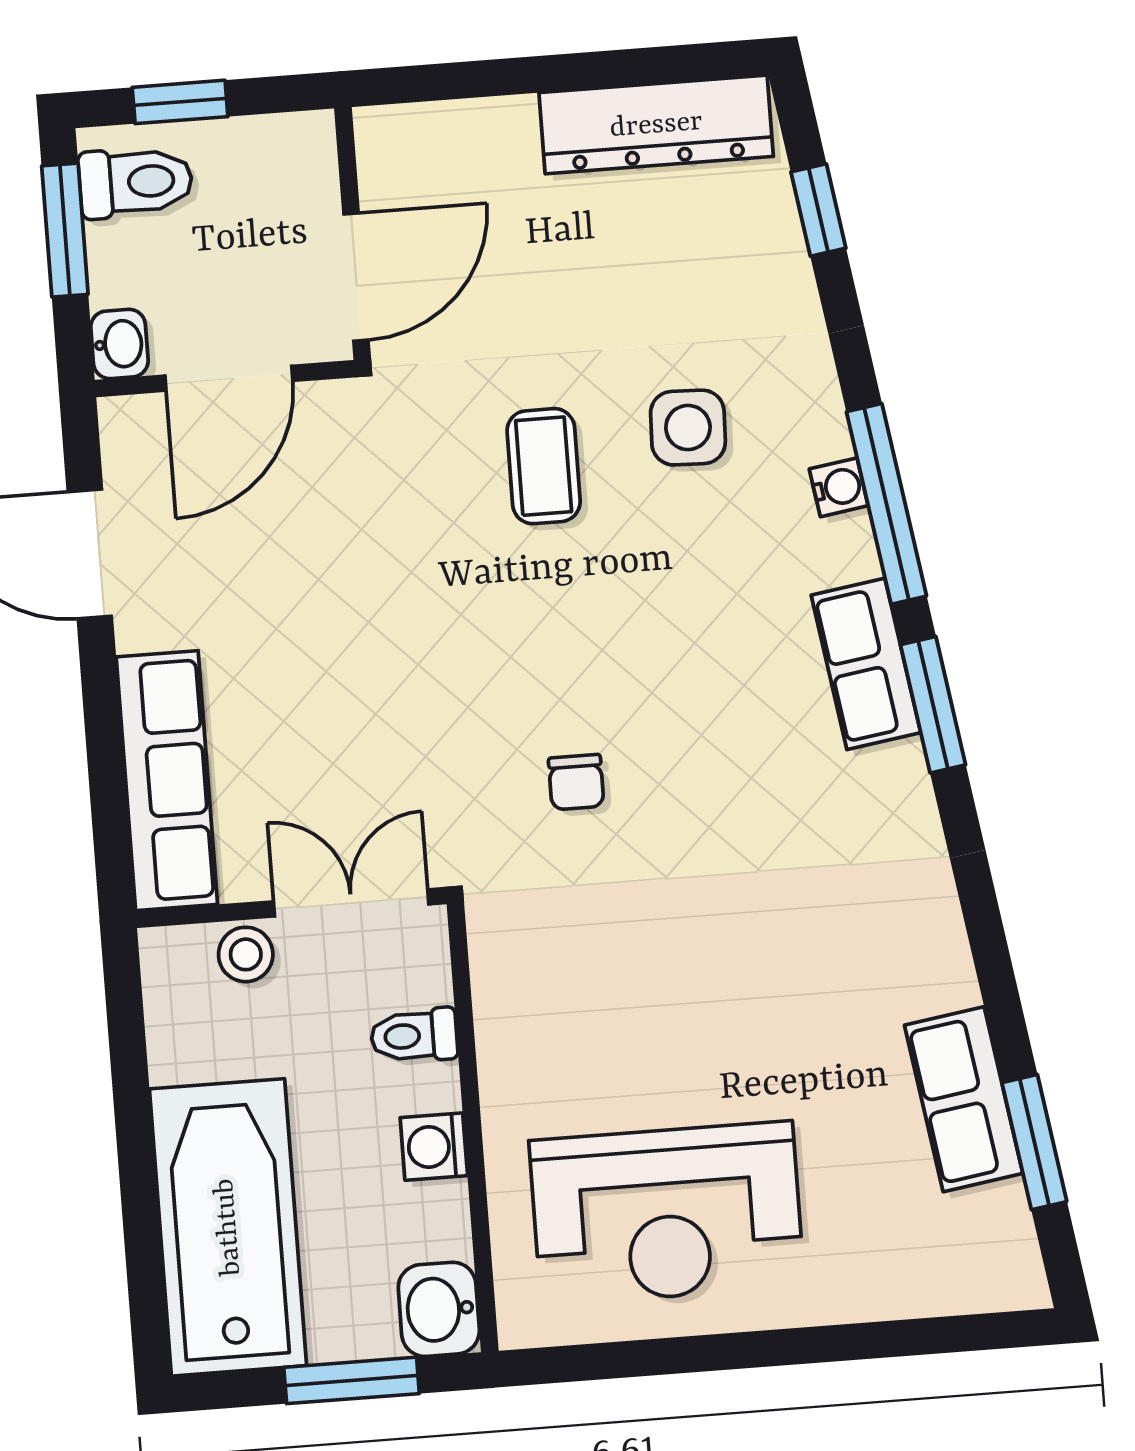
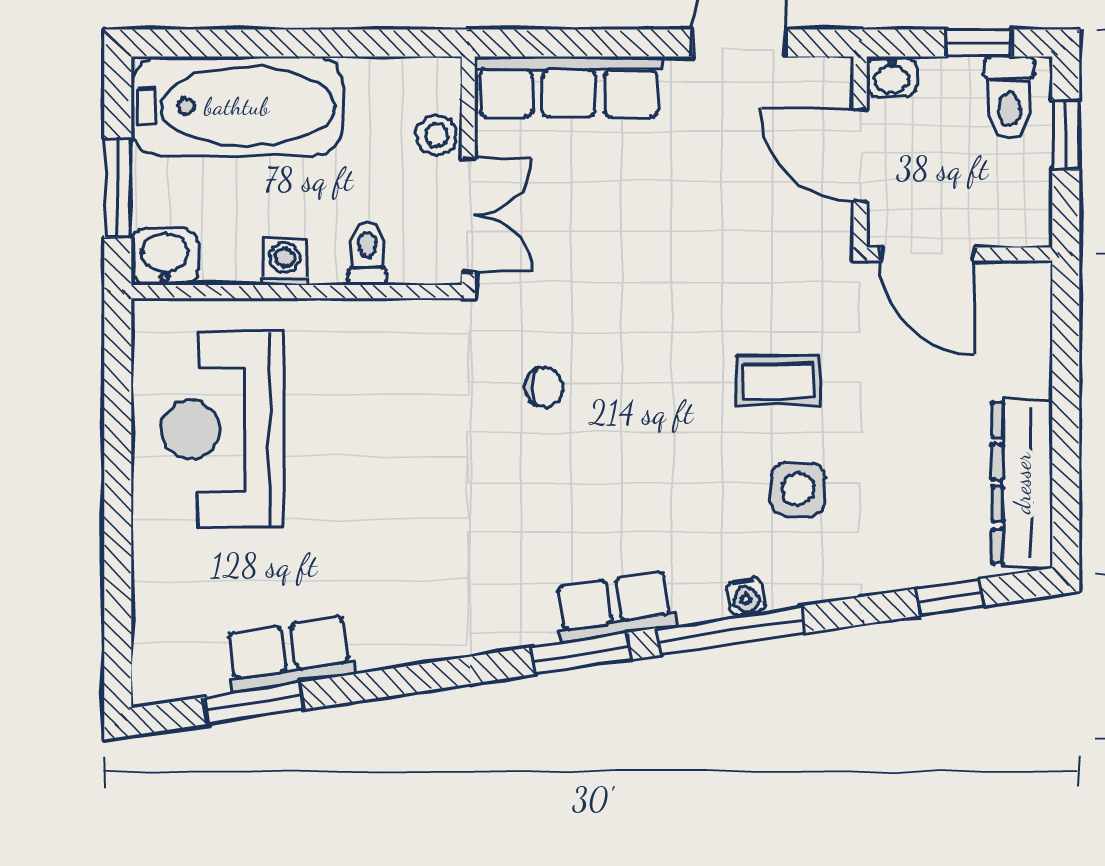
window: (65, 230) -> (978, 43), width x0.67
chair: (576, 782) -> (544, 387), turned 180

